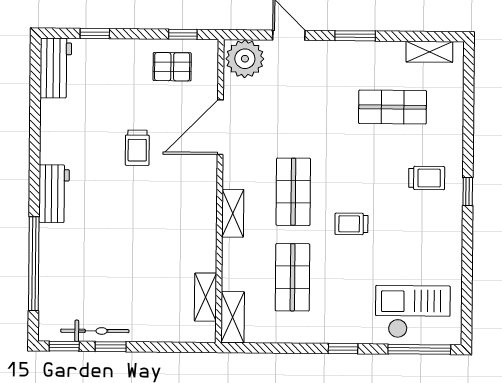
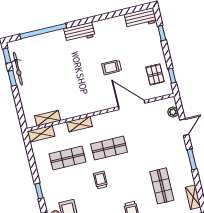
plant: (245, 59) -> (173, 112), width x0.53, depth x0.53
shelving: (233, 213) -> (79, 124), moved

